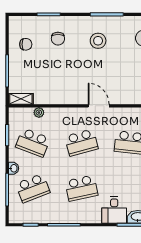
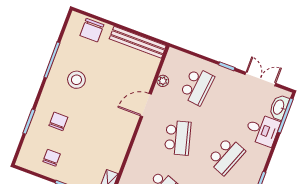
chair: (58, 39) -> (58, 121), turned -90
plant: (39, 113) -> (163, 81), moved
school desk: (81, 188) -> (226, 156), turned 33

